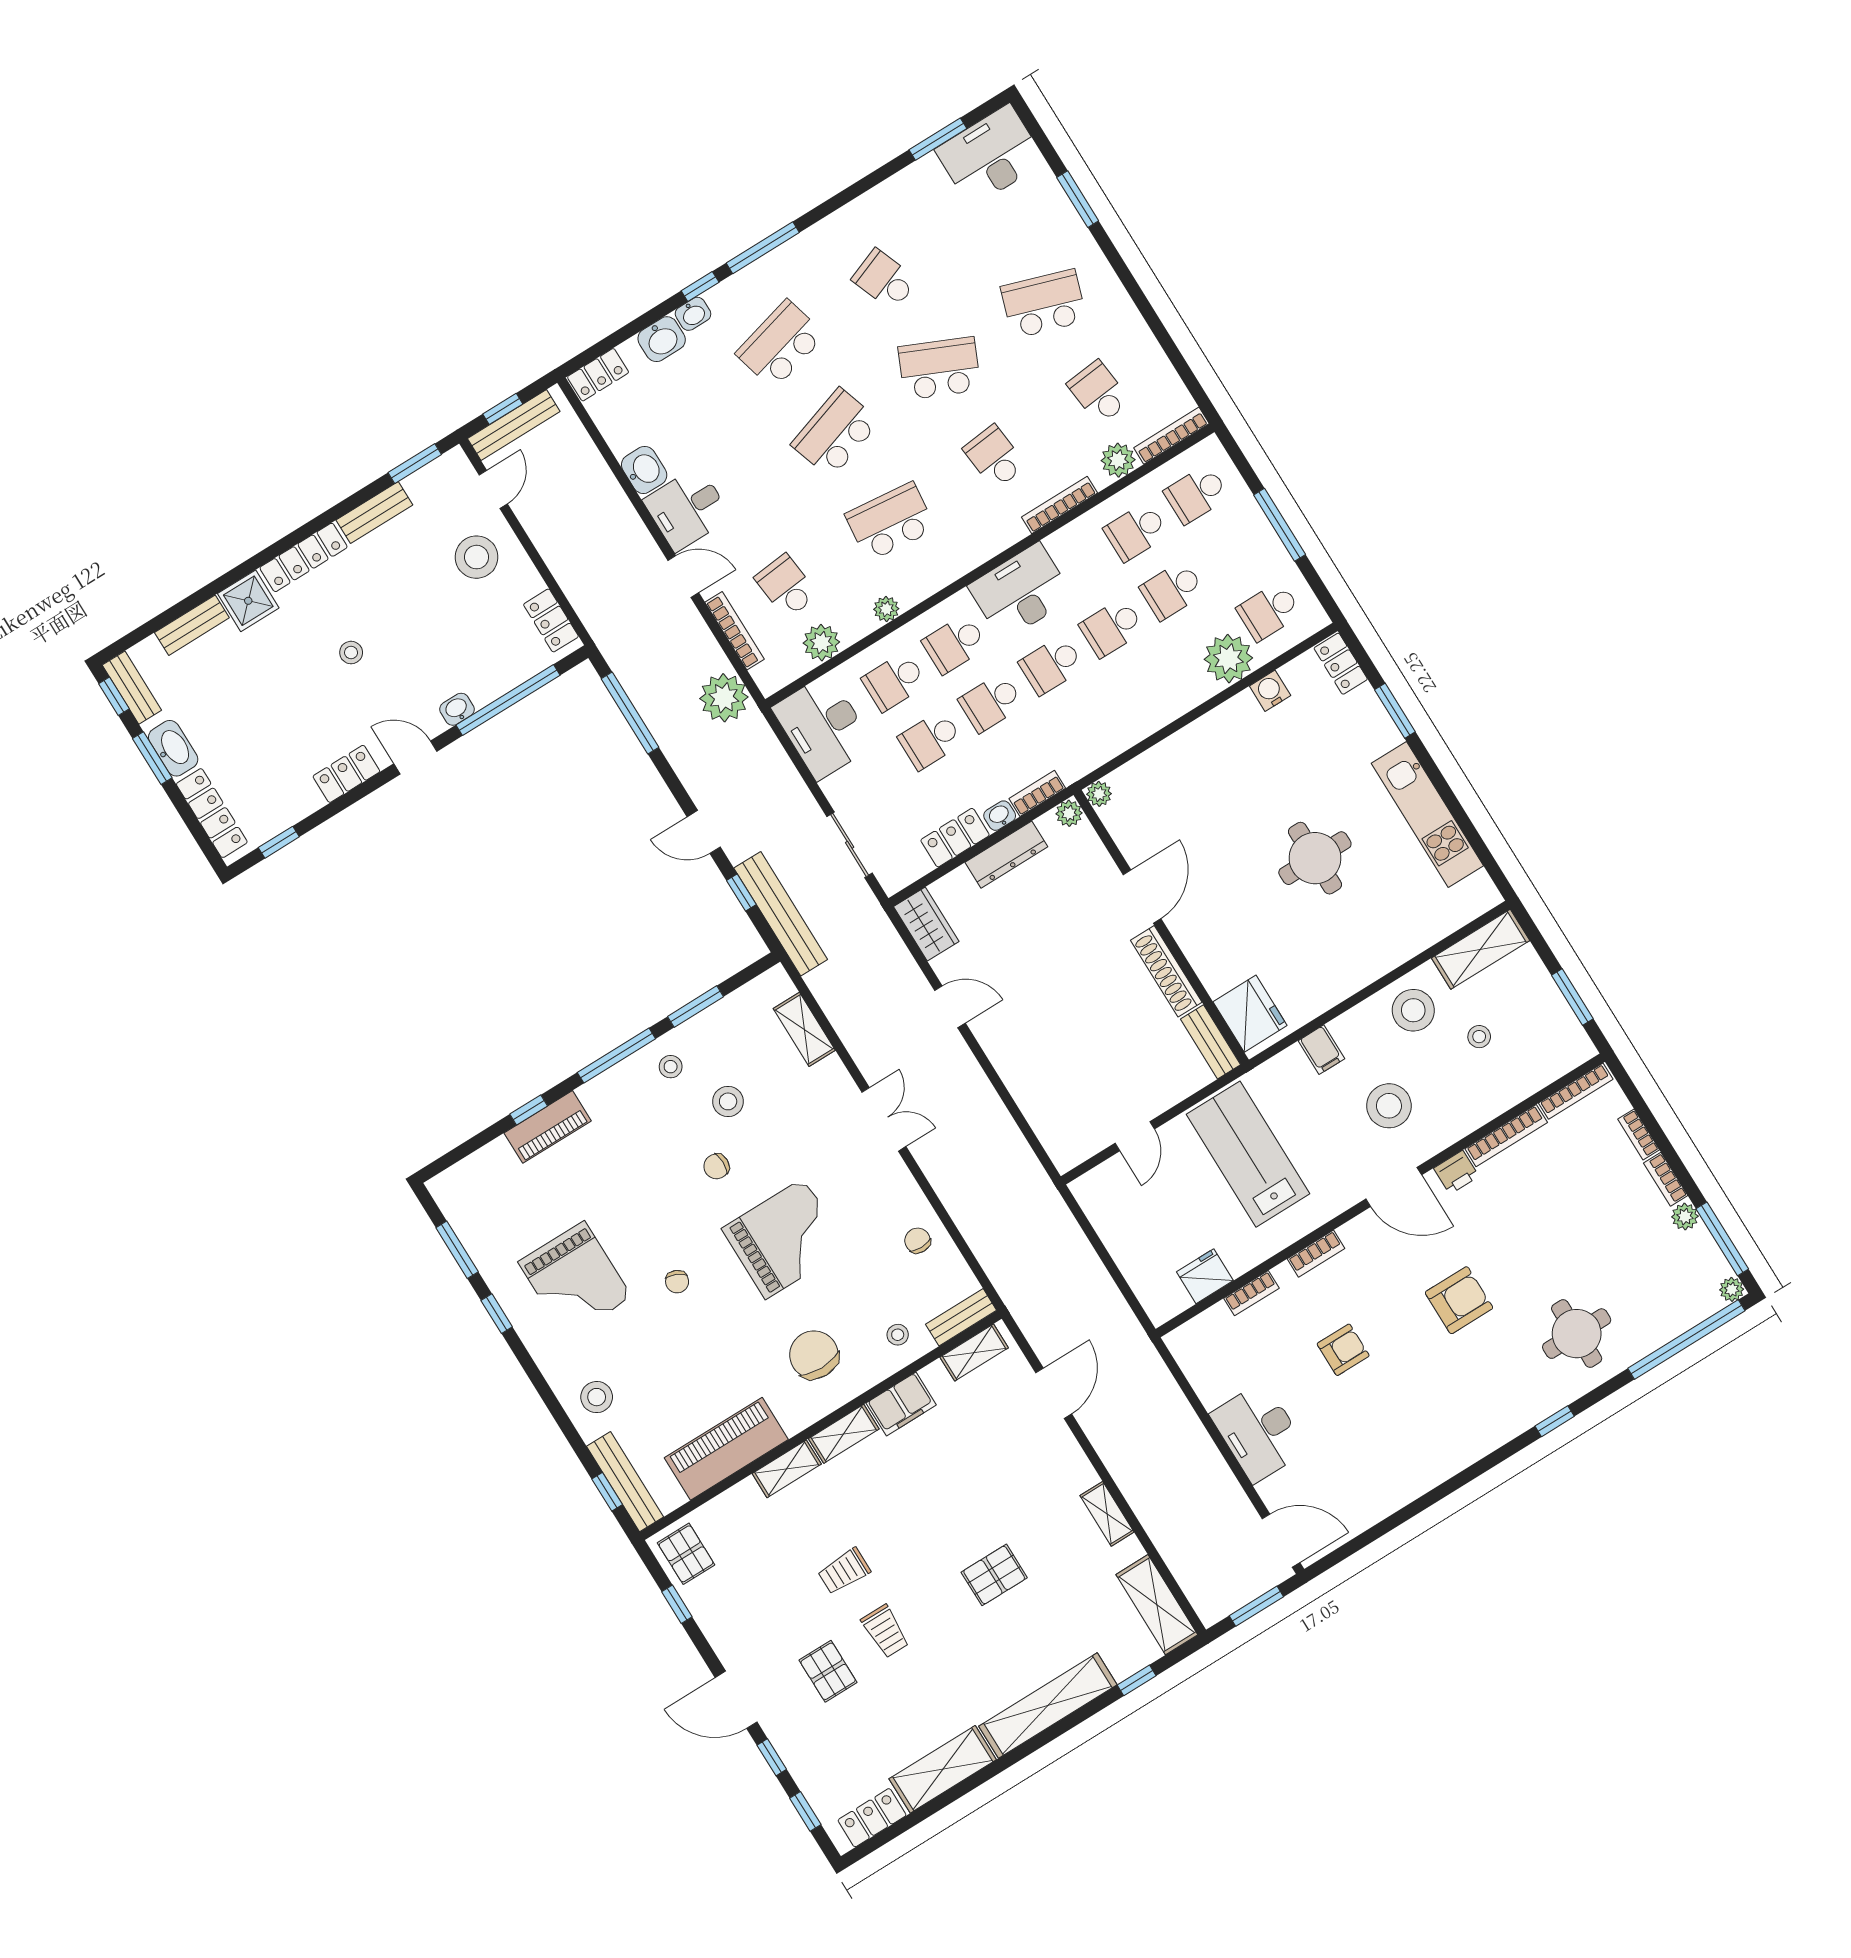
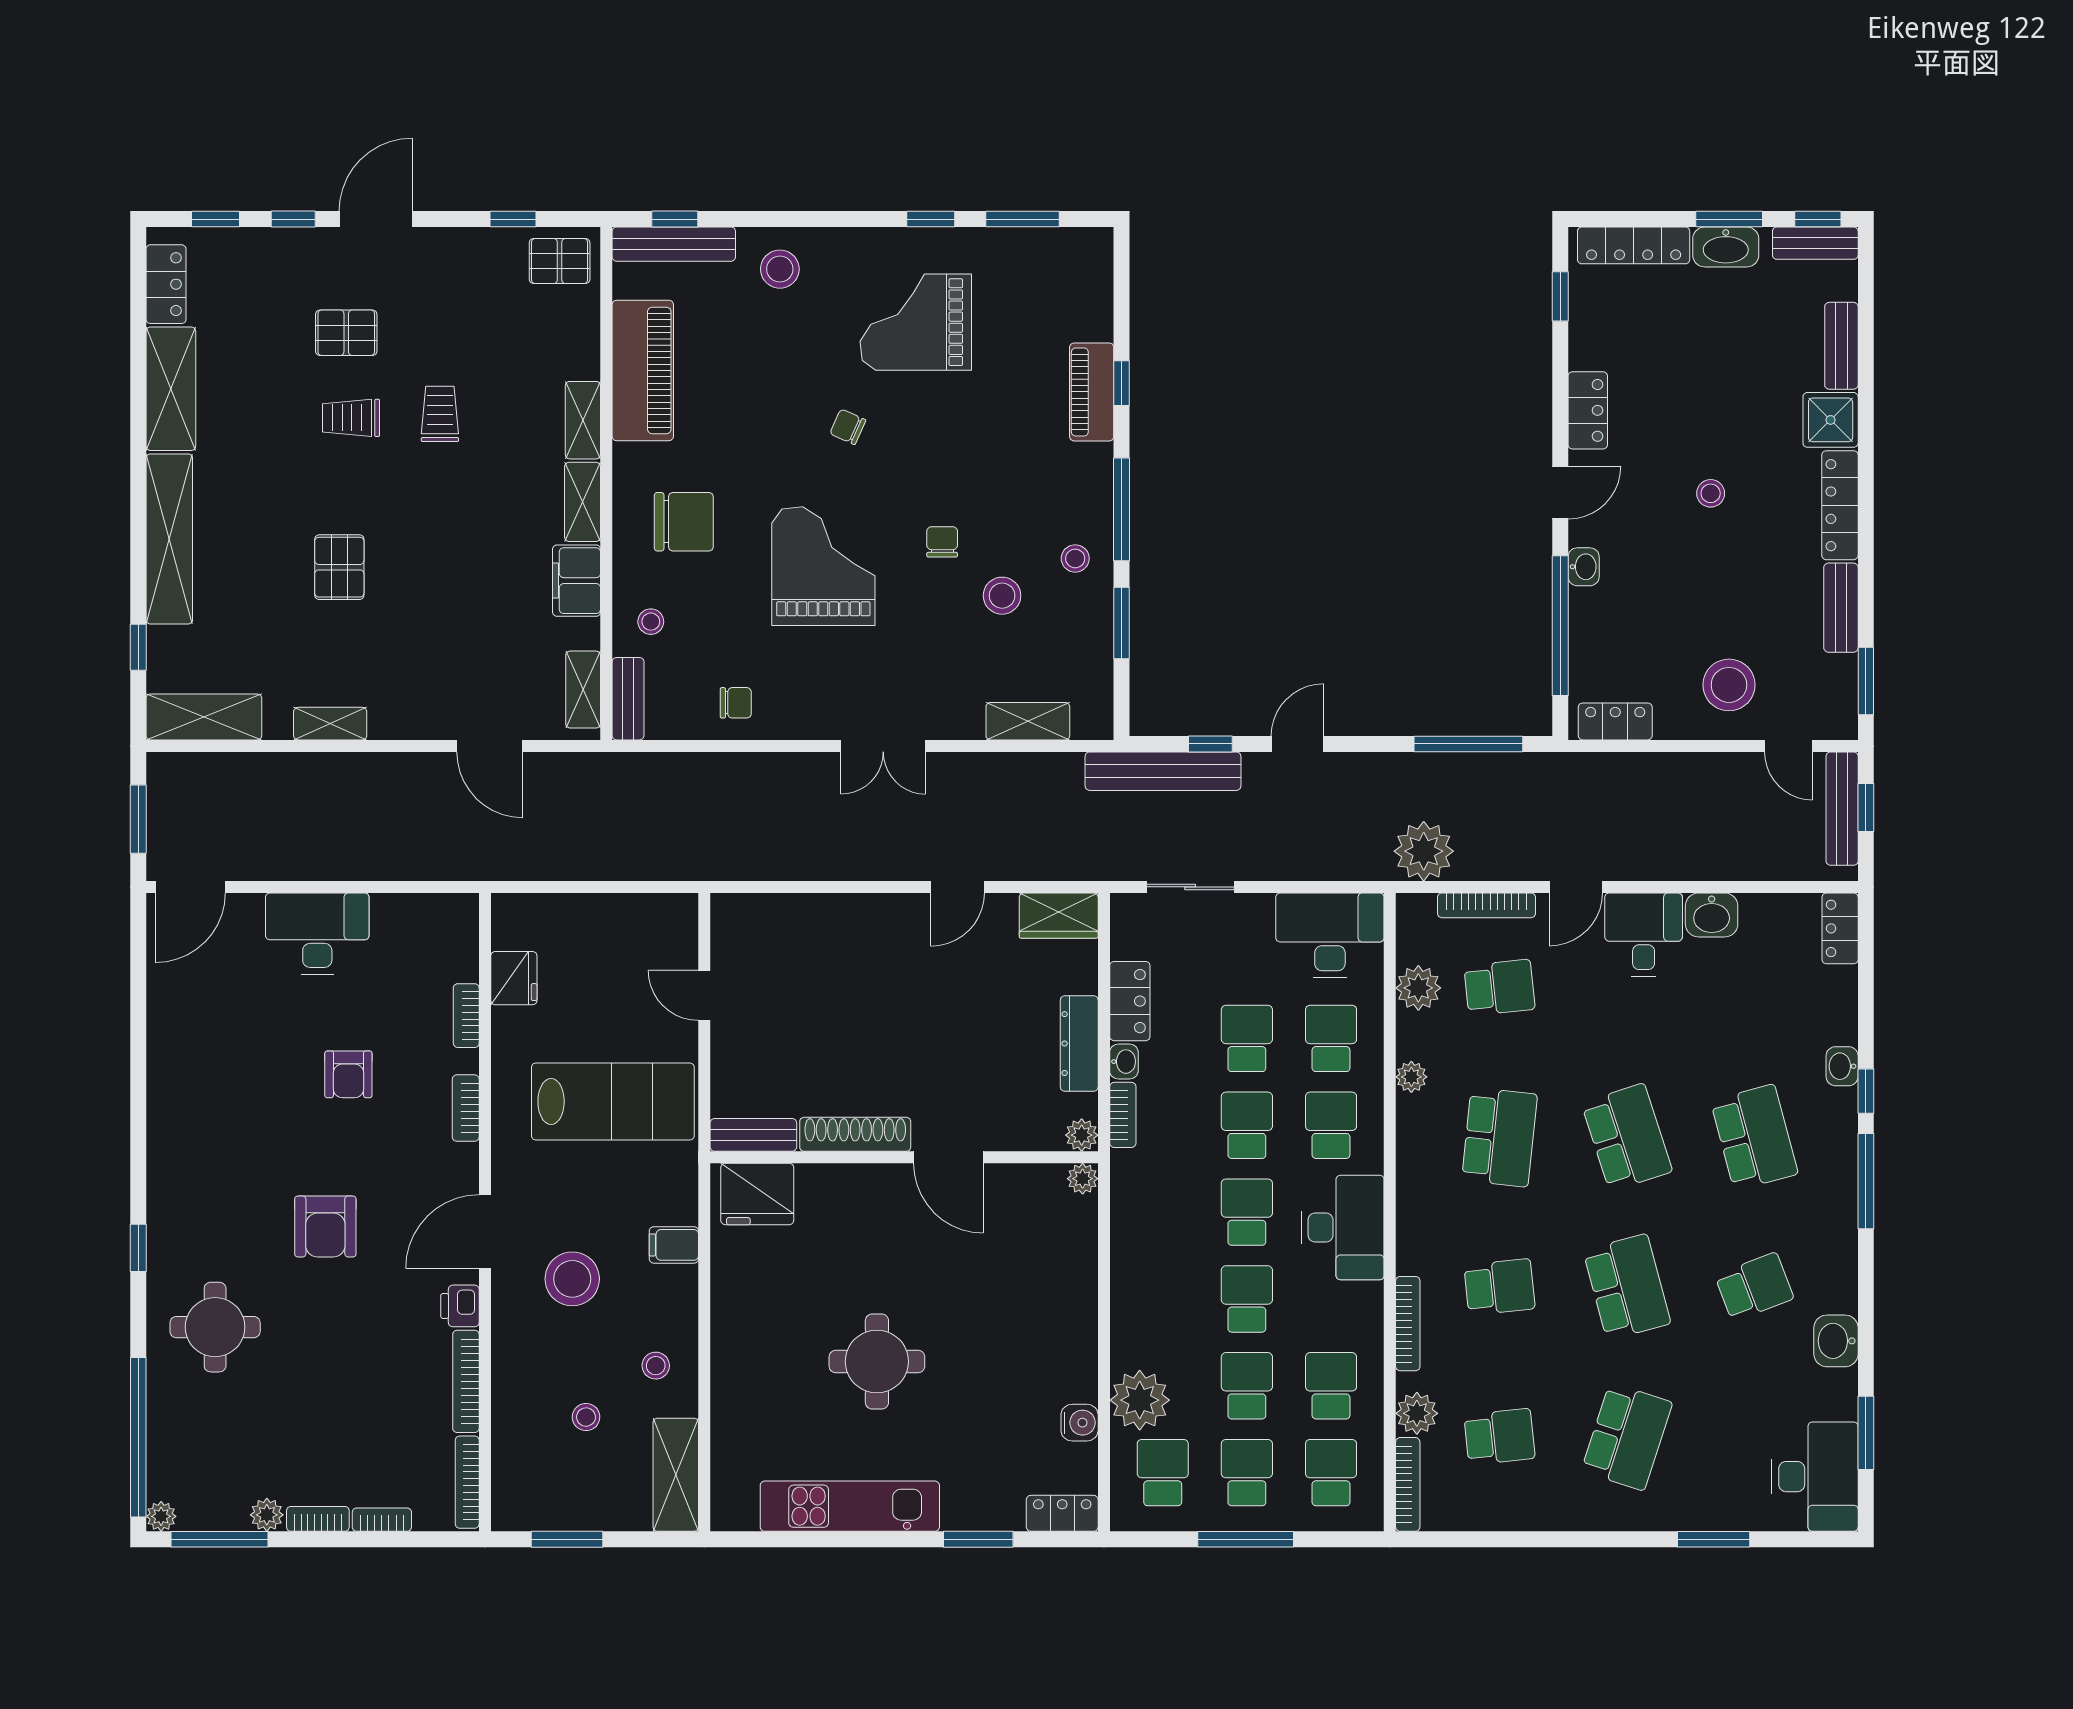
washbasin: (662, 339) -> (1836, 1341), moved
school desk: (940, 368) -> (1627, 1287), turned -39
school desk: (1233, 553) -> (1247, 1473), added
stool: (1413, 1010) -> (656, 1366), width x0.53, depth x0.53
grand piano: (785, 1239) -> (823, 566), turned 180

